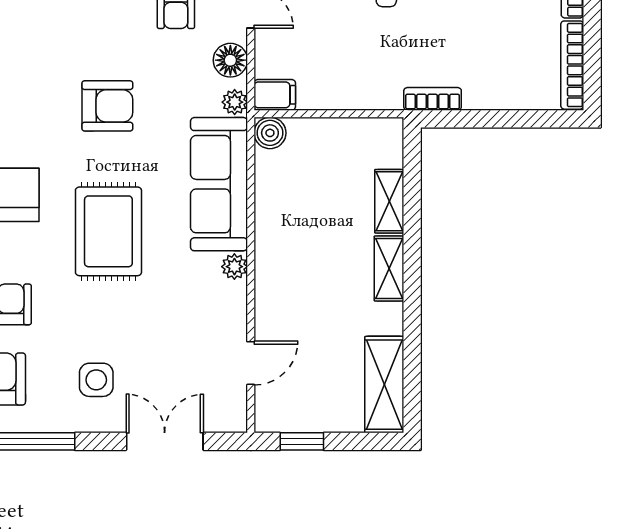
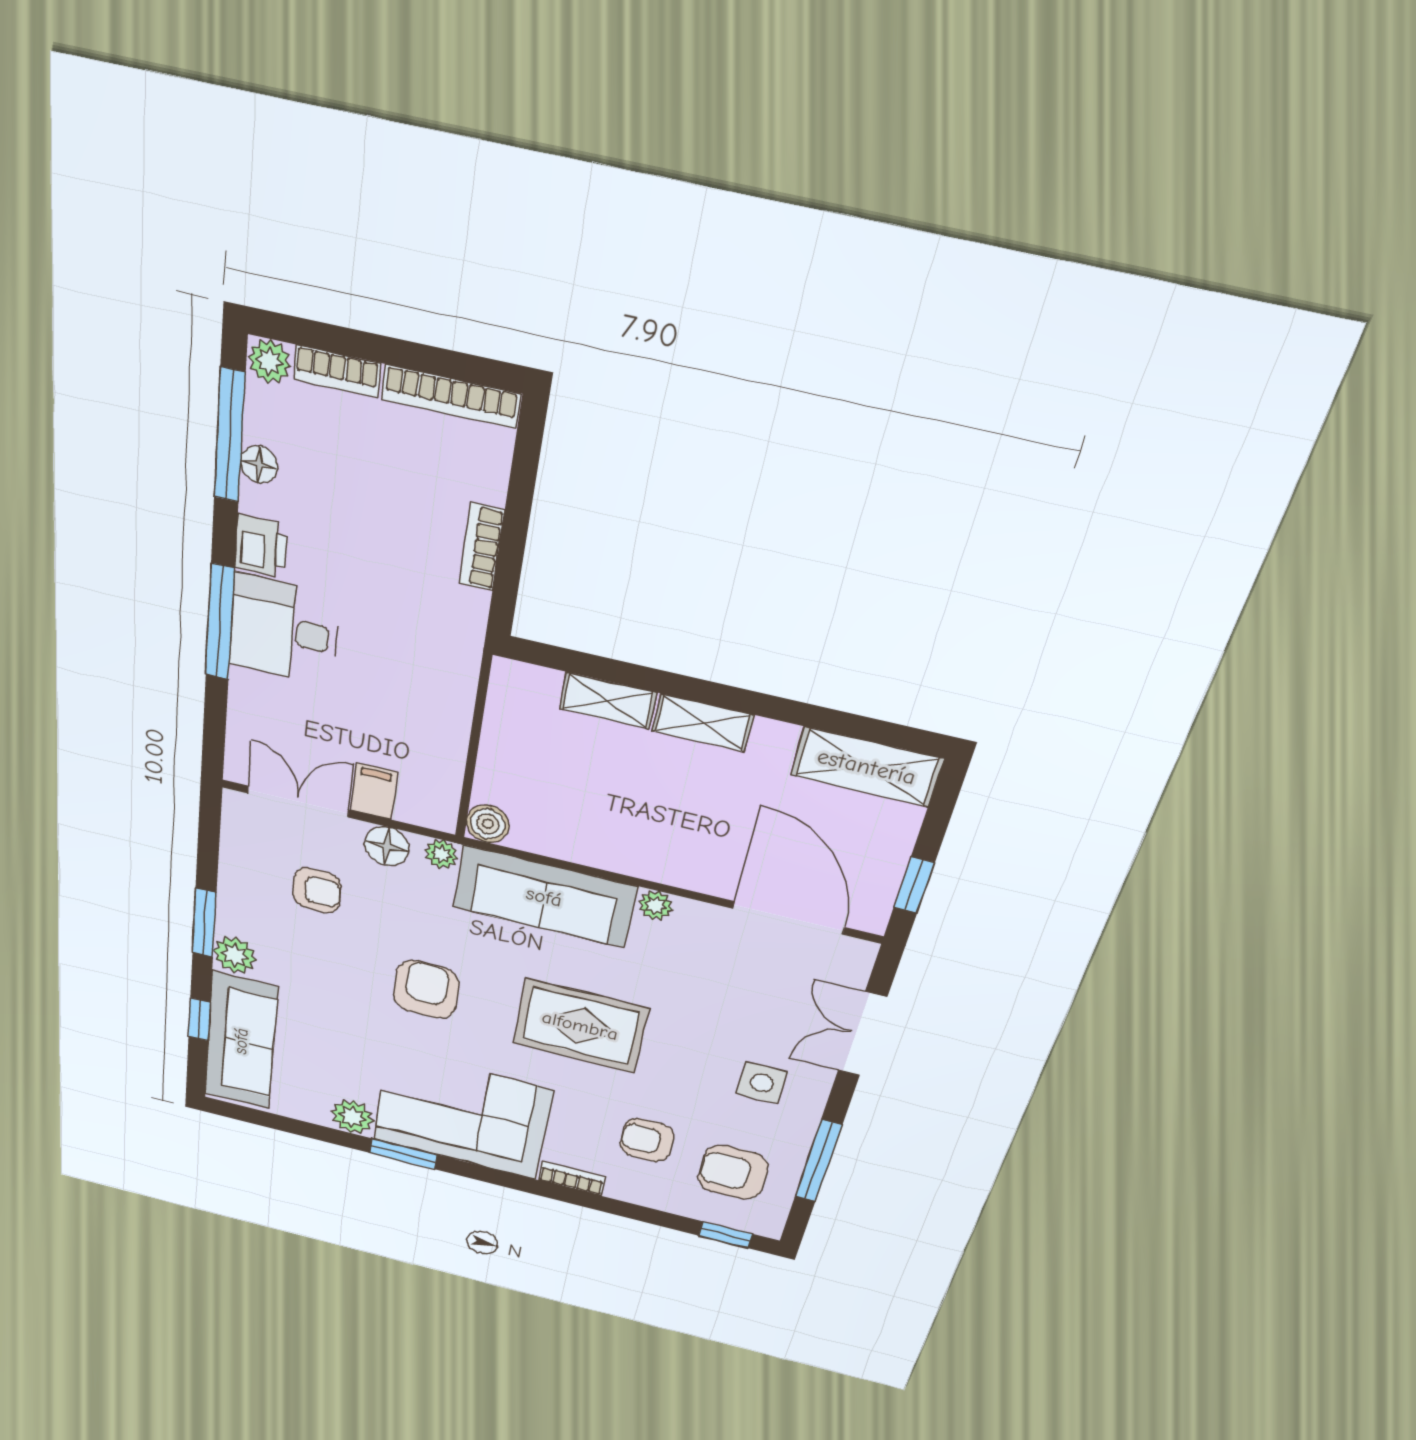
filing cabinet: (275, 95) -> (374, 791), moved
bookcase: (433, 99) -> (482, 547), moved
door: (251, 363) -> (789, 918), width x1.87

